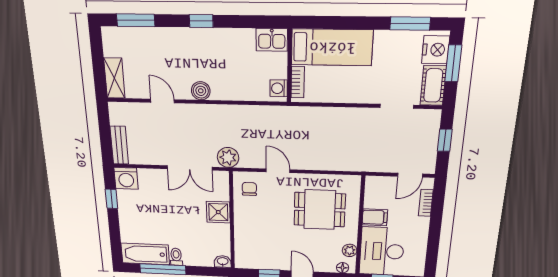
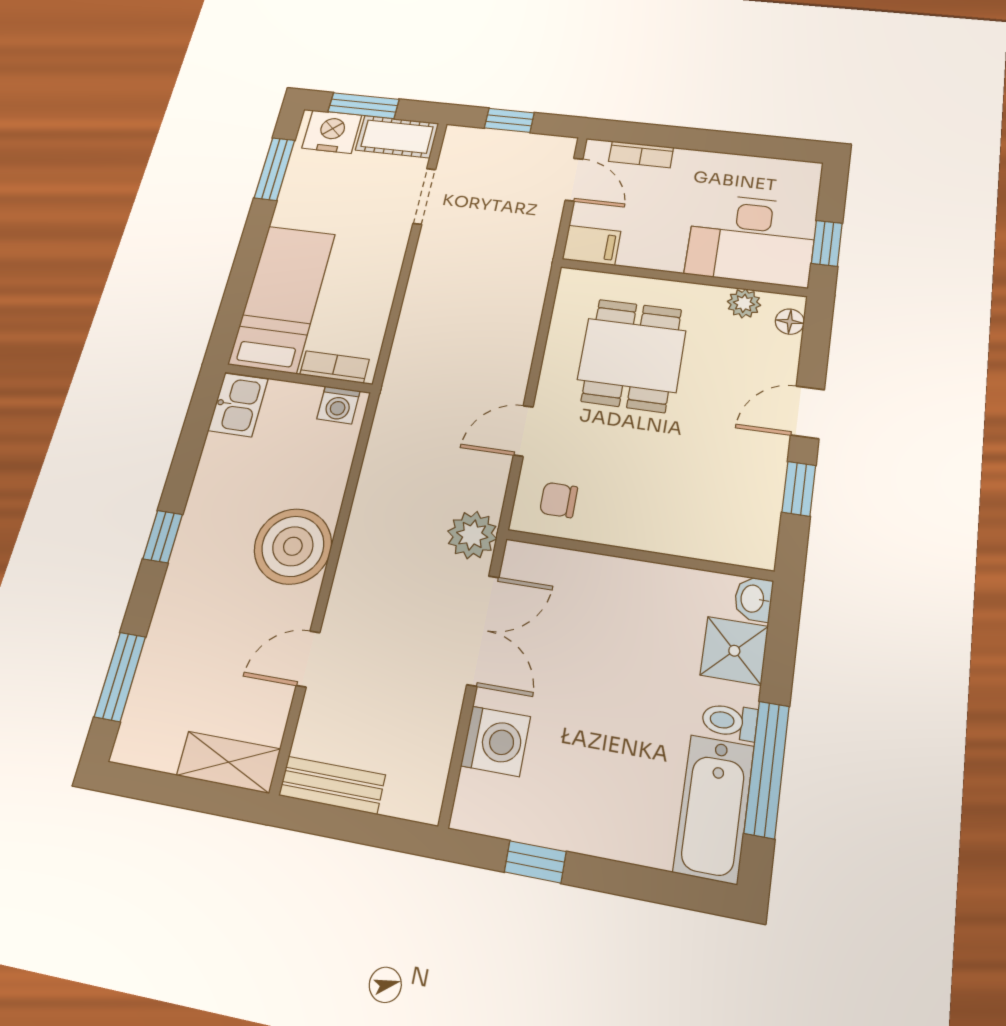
boiler: (201, 91) -> (293, 546), width x1.86, depth x1.86
bench: (119, 145) -> (332, 785), moved
washing machine: (126, 178) -> (496, 741), moved
shower: (218, 212) -> (734, 651), moved
filing cabinet: (375, 217) -> (592, 245), moved, turned 90

